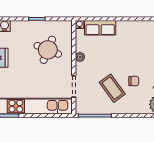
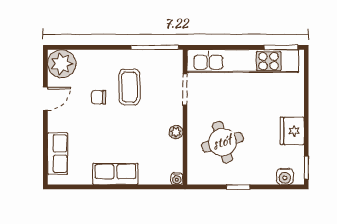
row of seats: (100, 28) -> (115, 174), moved
round table: (48, 50) -> (222, 142), turned -38
coffee table: (112, 88) -> (129, 87), turned 36

